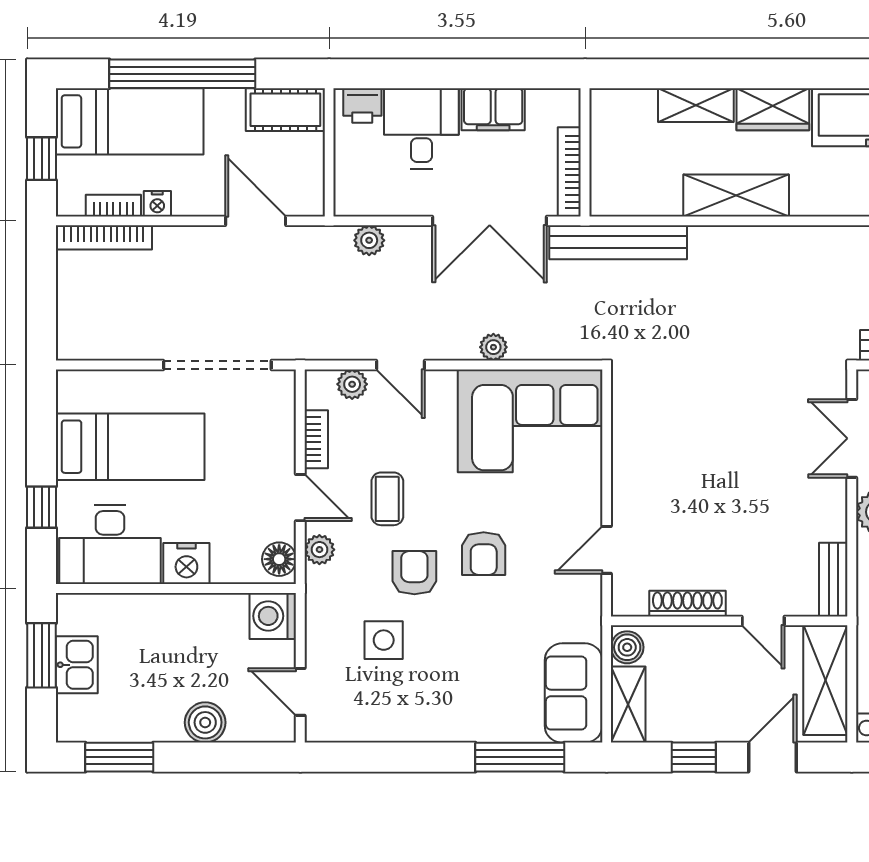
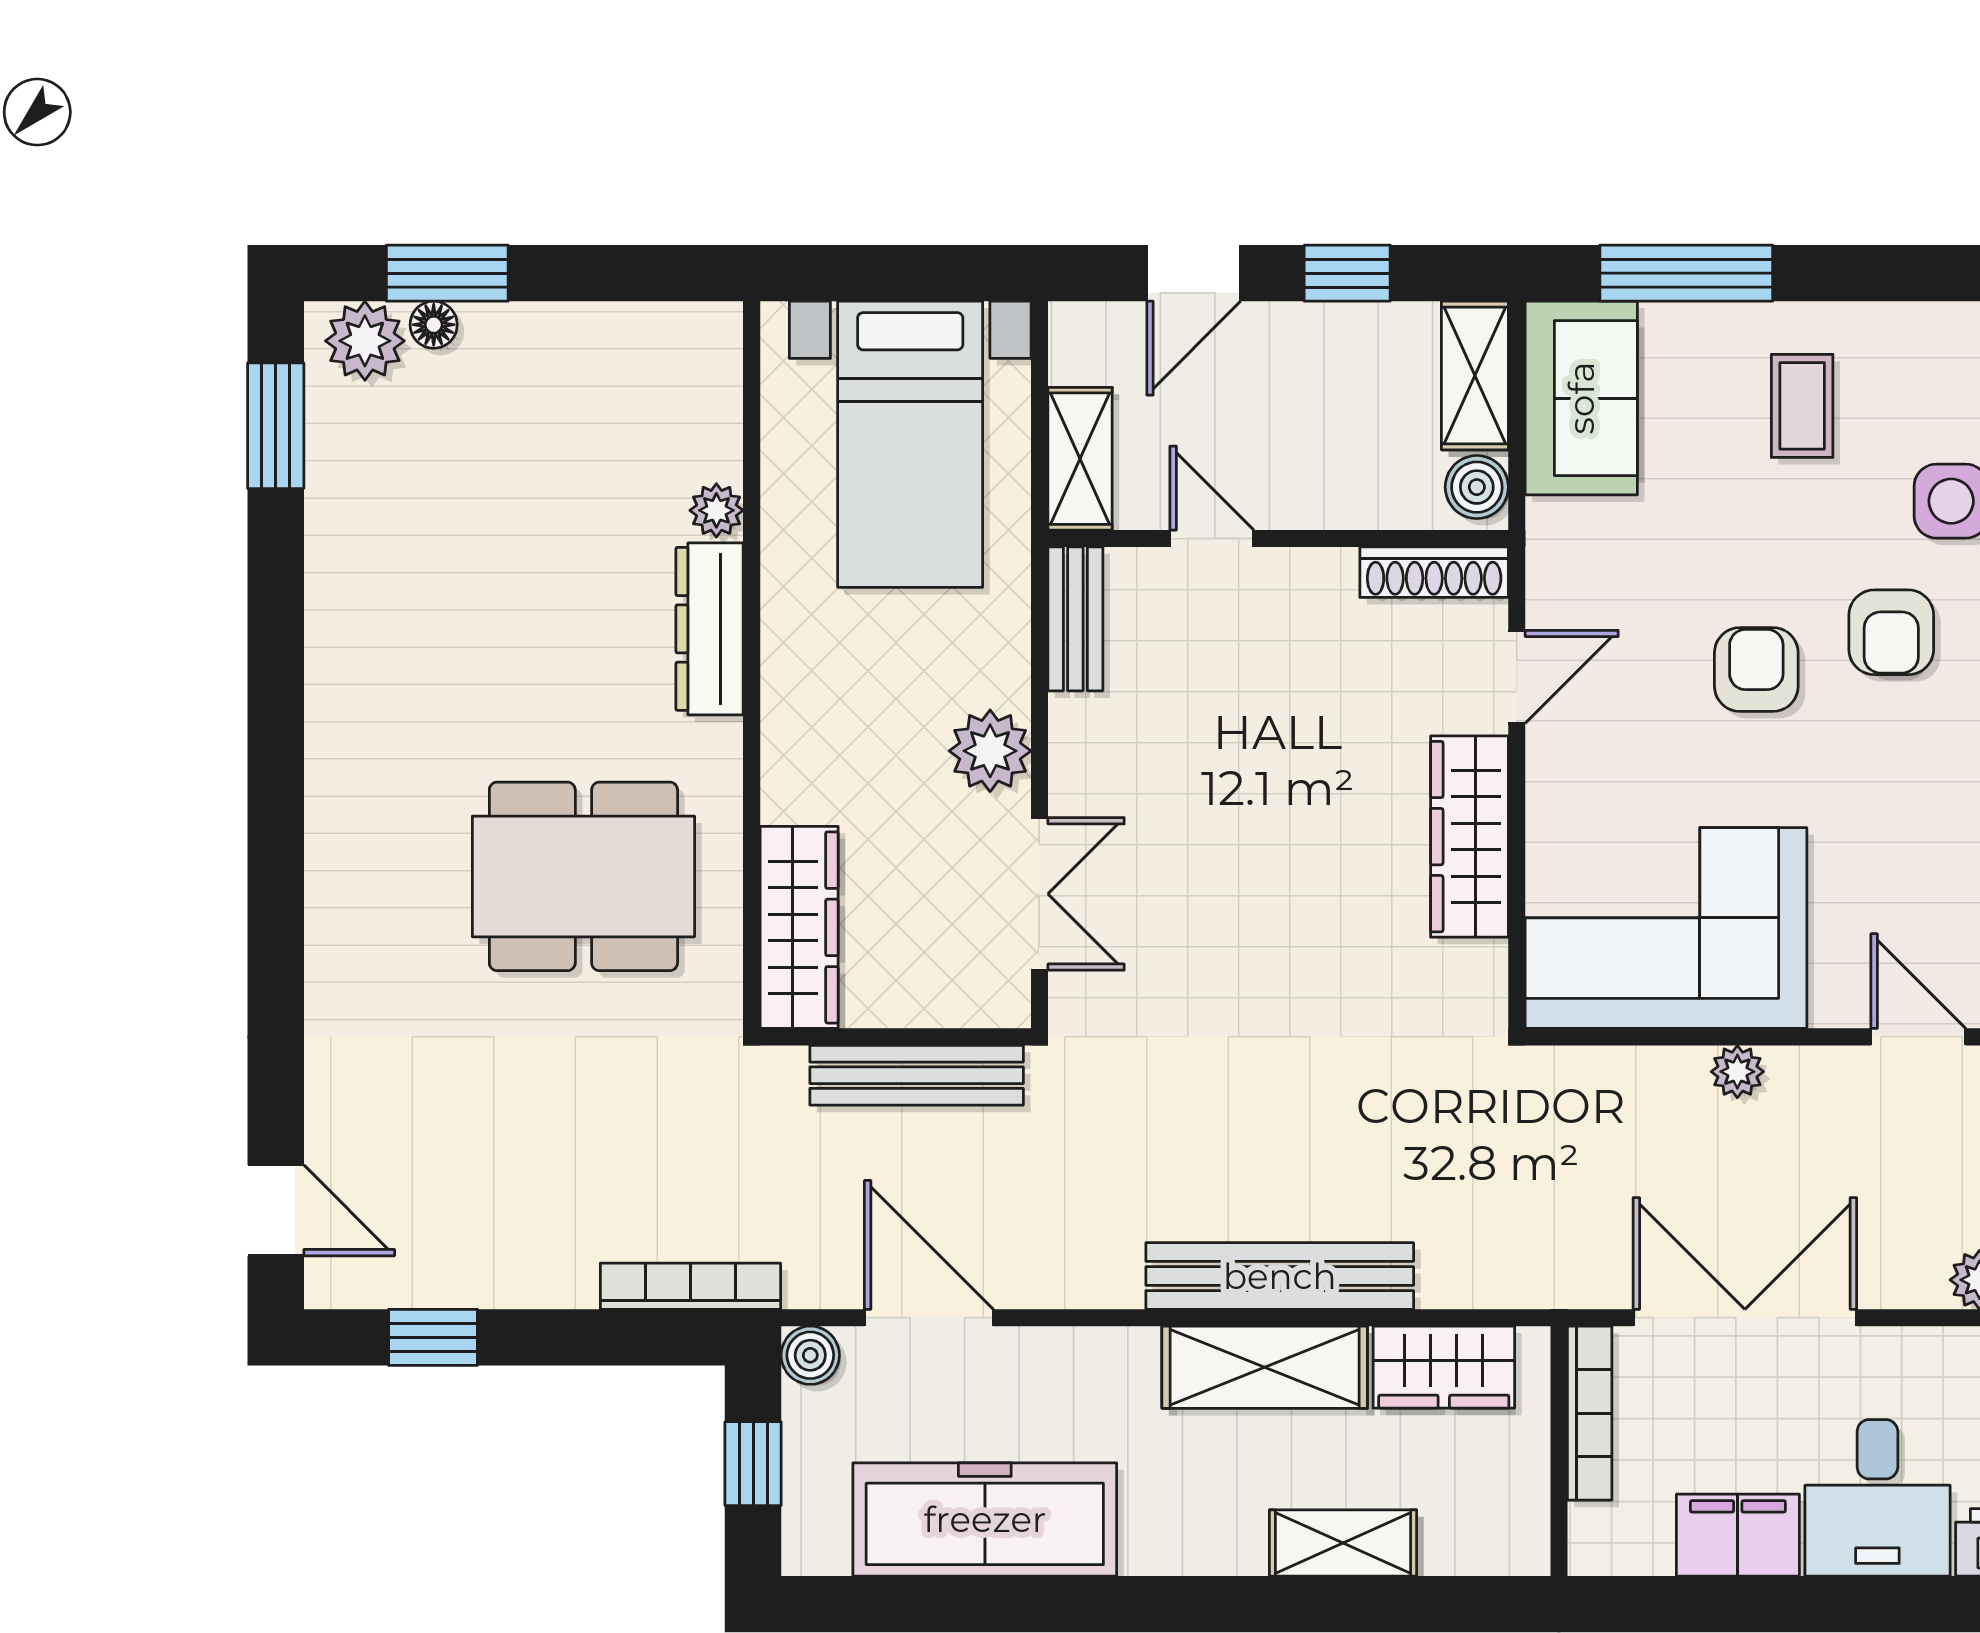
wardrobe: (773, 109) -> (1444, 1367), moved, turned 180
bench: (618, 242) -> (1280, 1276), moved
wardrobe: (631, 468) -> (1469, 837), added
coffee table: (387, 499) -> (1802, 406), moved
shoe rack: (687, 604) -> (1434, 572), moved
shelving: (825, 680) -> (1080, 459), width x0.67, depth x0.75

